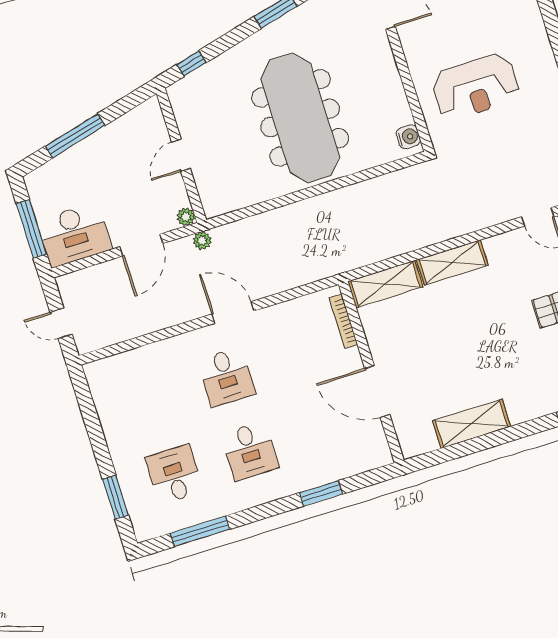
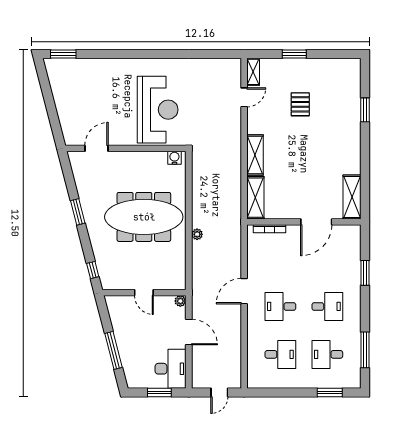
reception desk: (476, 87) -> (158, 110), width x1.36, depth x1.30
window: (31, 229) -> (159, 393), width x0.69
plant: (202, 241) -> (197, 234), moved
desk: (226, 377) -> (280, 306), turned 180
desk: (151, 401) -> (280, 354), added
shelving: (472, 424) -> (352, 197), moved

